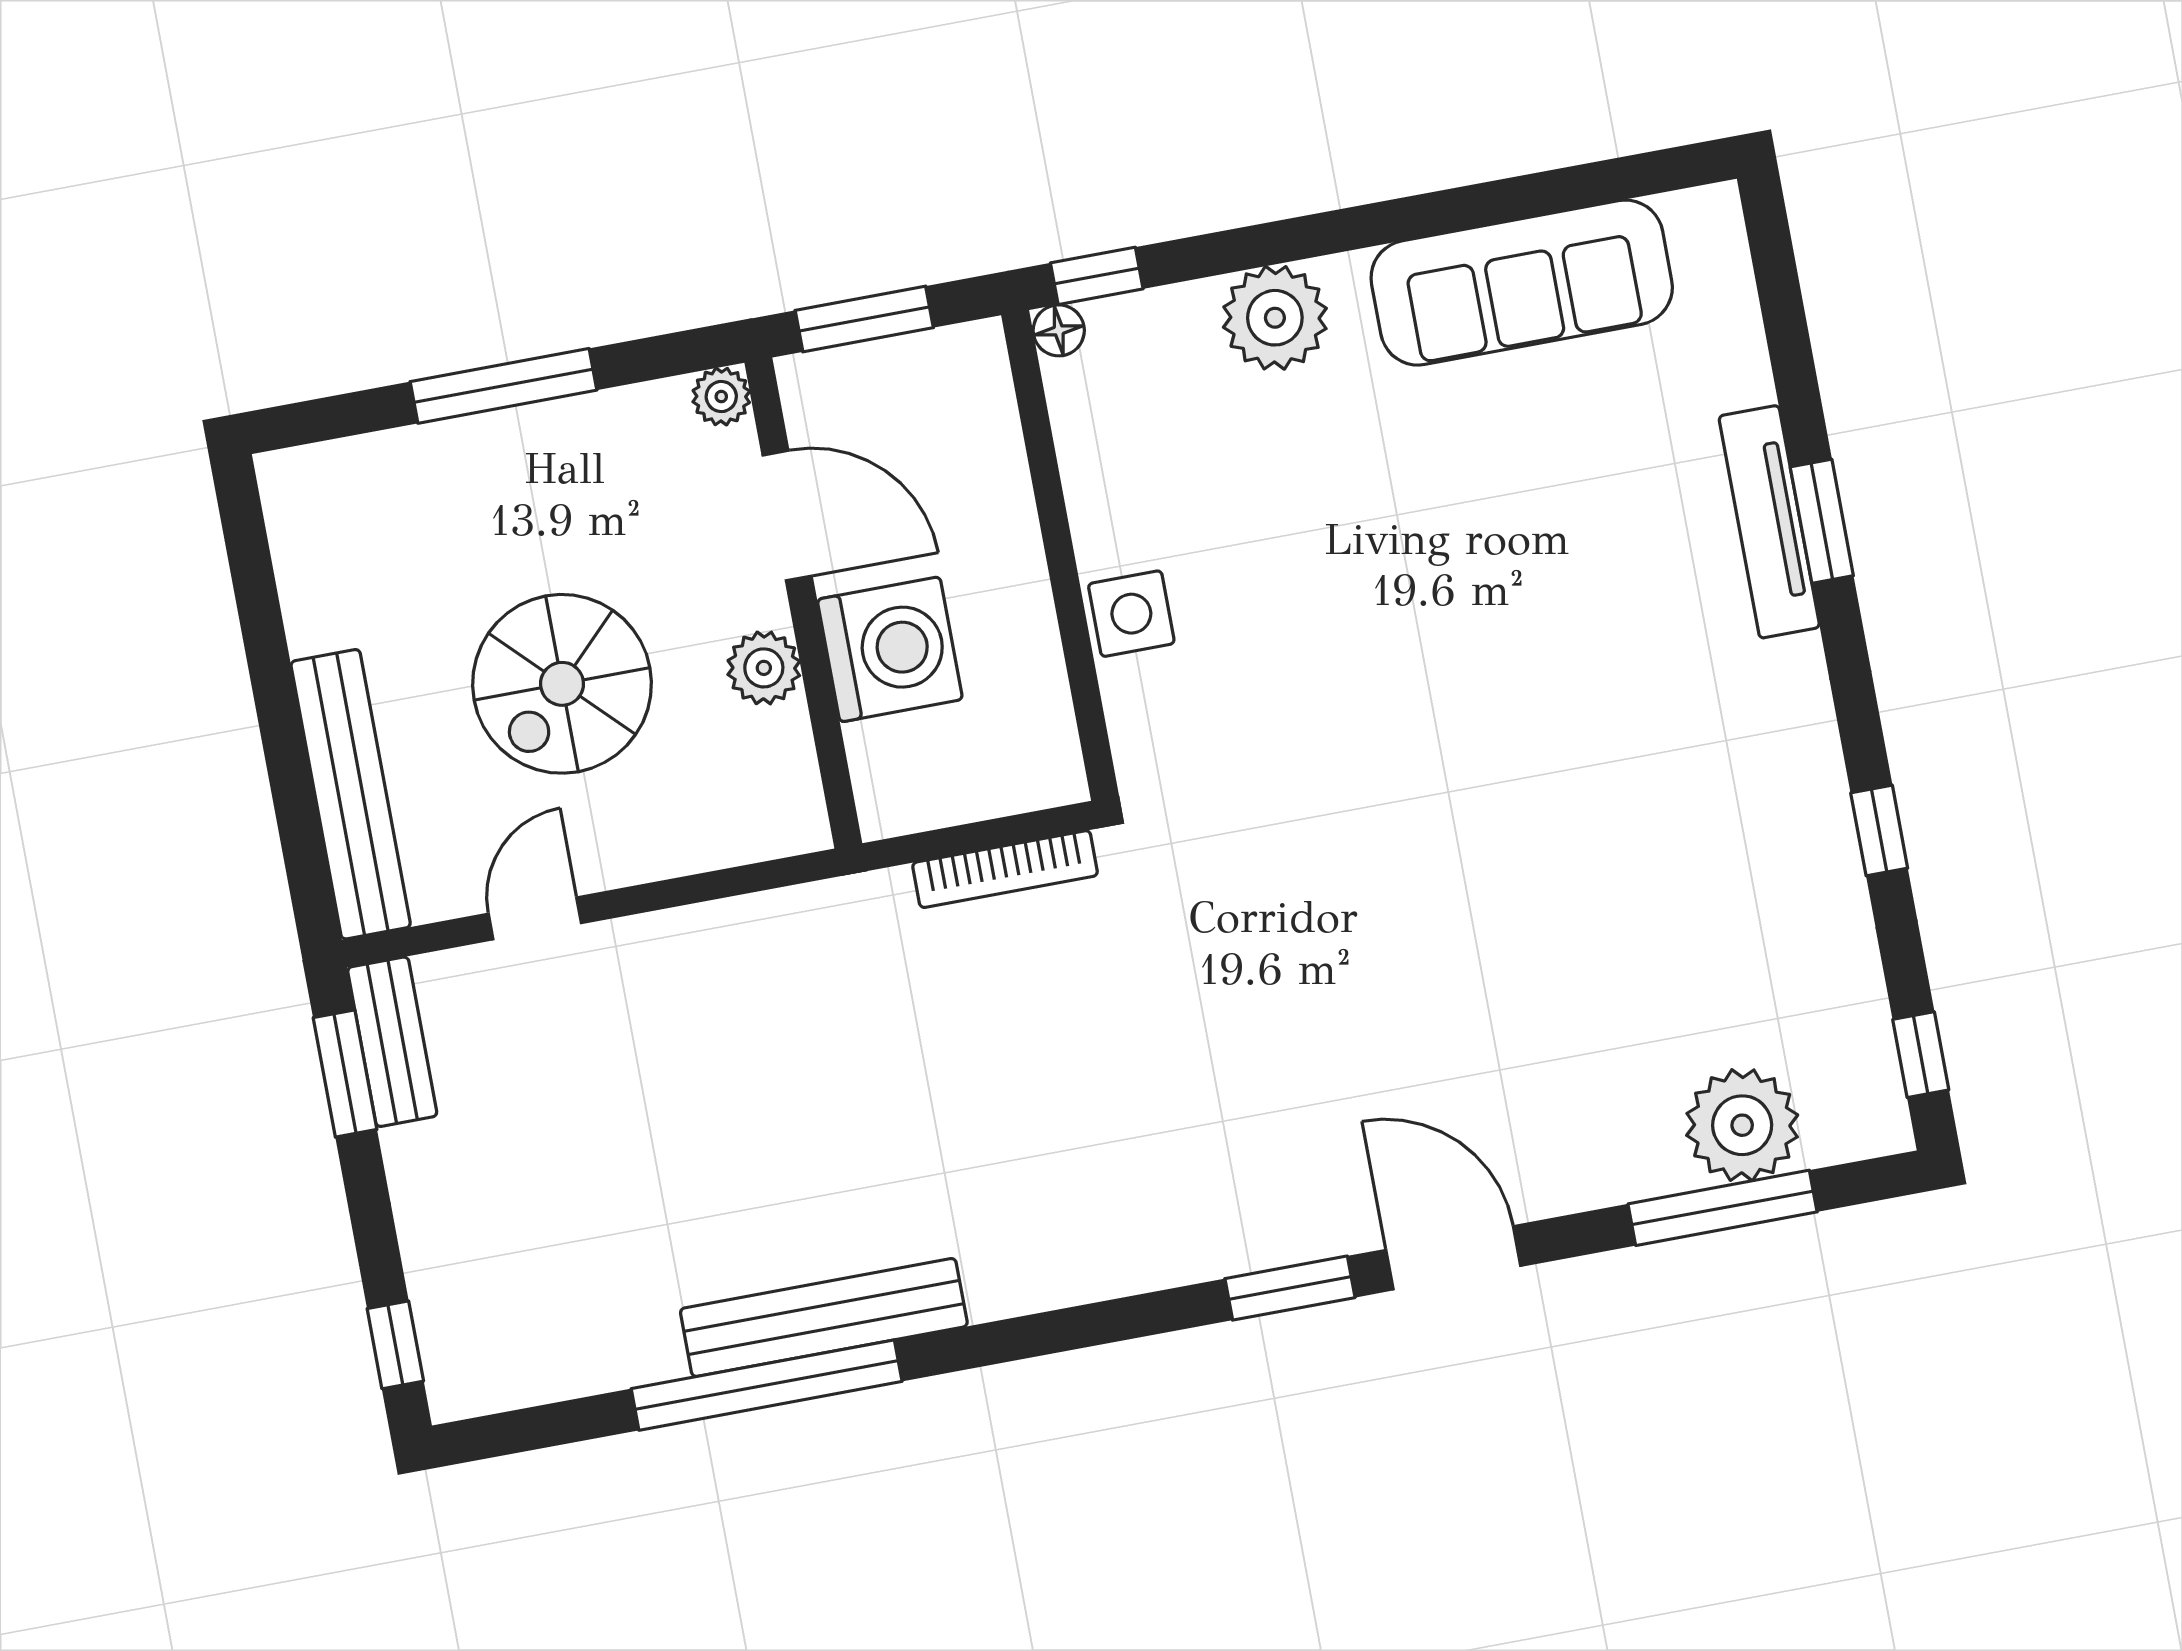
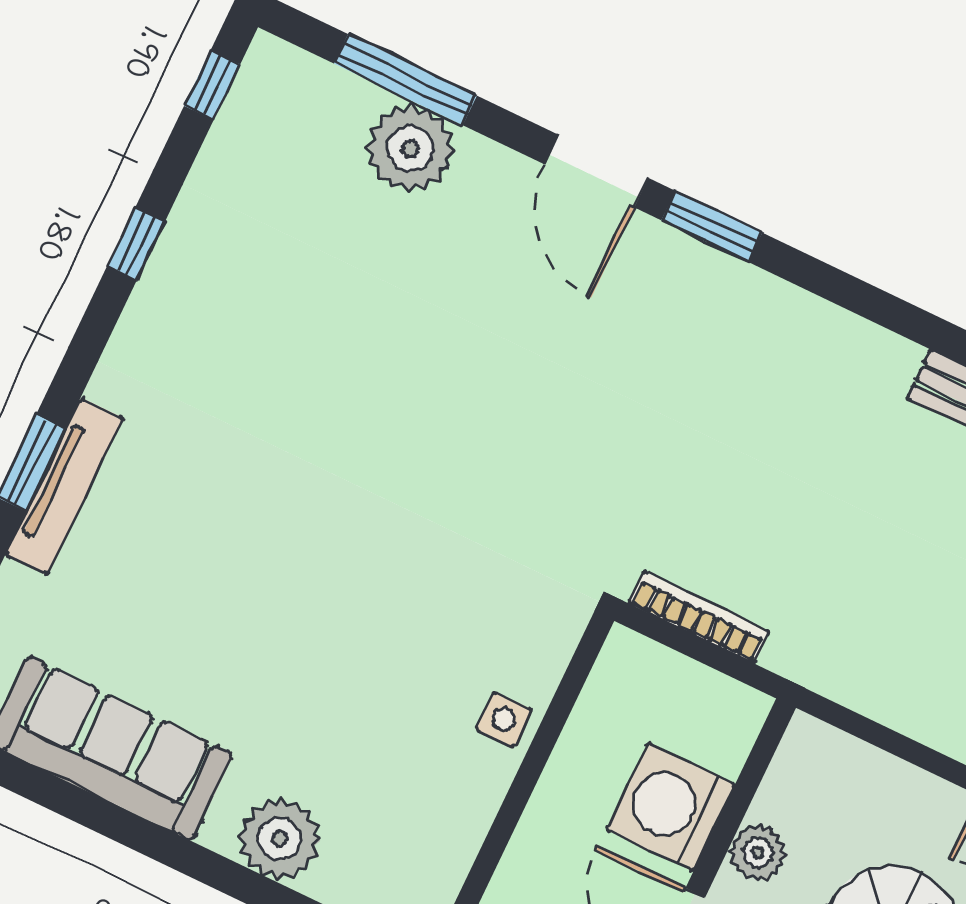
side table: (1131, 614) -> (504, 719), width x0.73, depth x0.73
plant: (1742, 1125) -> (410, 149), moved

